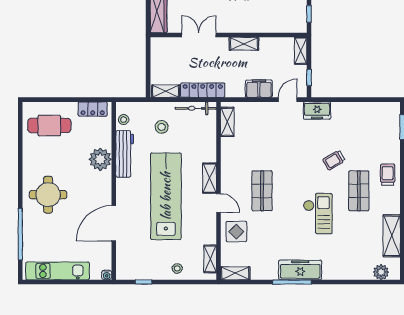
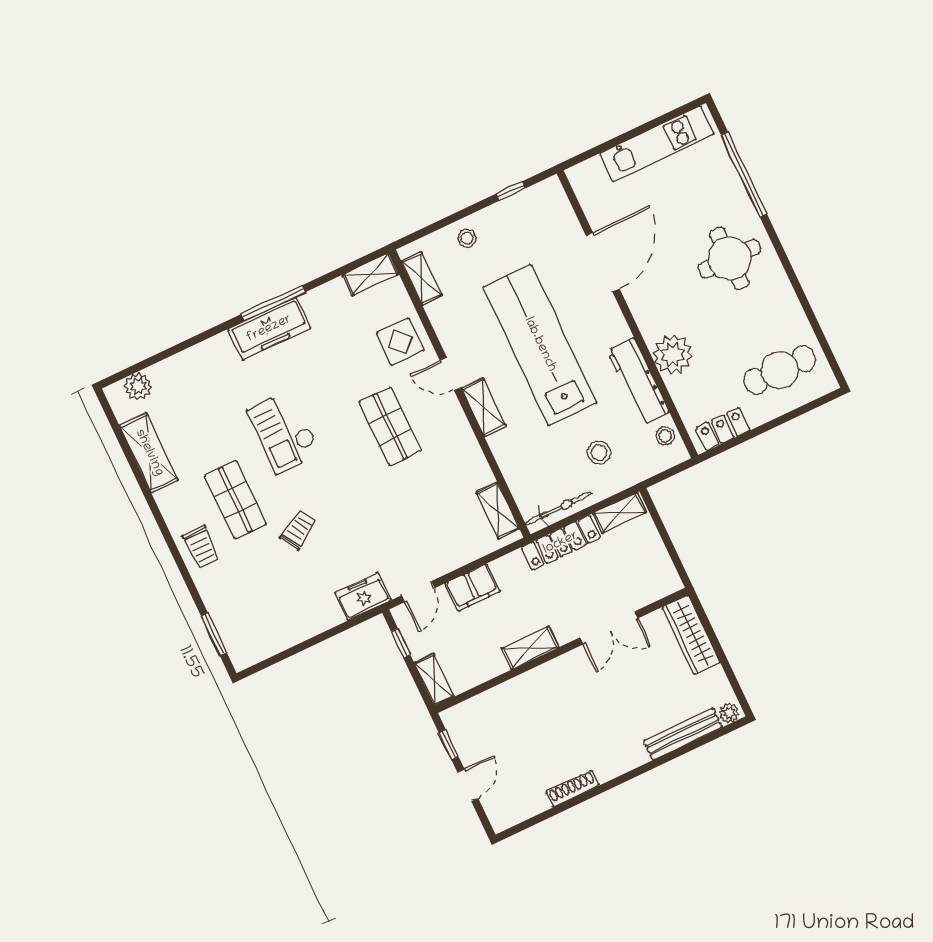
lab bench: (166, 196) -> (540, 345), turned 180
water cooler: (107, 275) -> (575, 174), removed

